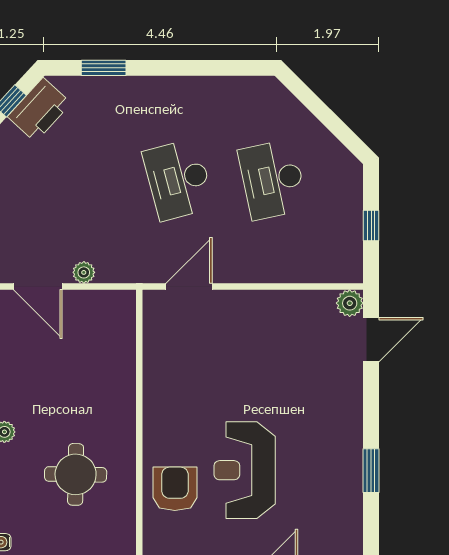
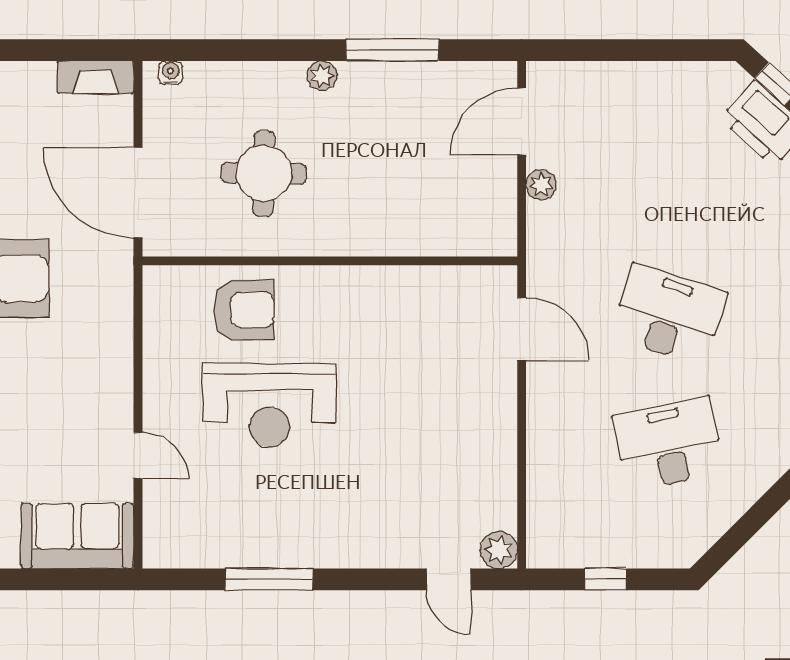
desk: (178, 180) -> (669, 315), turned 33
door: (371, 340) -> (449, 579), width x0.73
reception desk: (245, 470) -> (269, 405), turned 180
window: (371, 471) -> (269, 579), width x1.44

